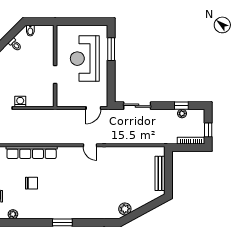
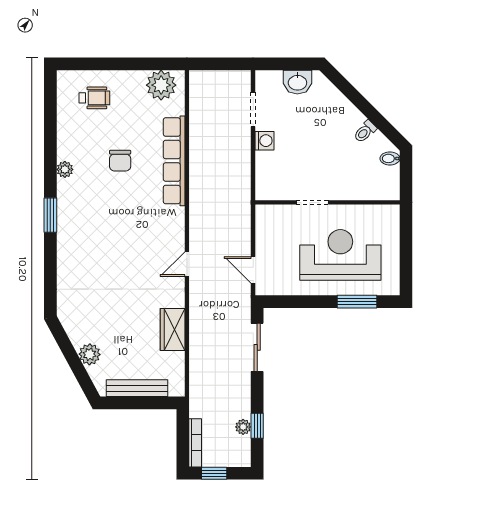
wardrobe: (127, 153) -> (173, 329), added
plant: (125, 209) -> (90, 354), moved
plant: (13, 214) -> (65, 169), moved

